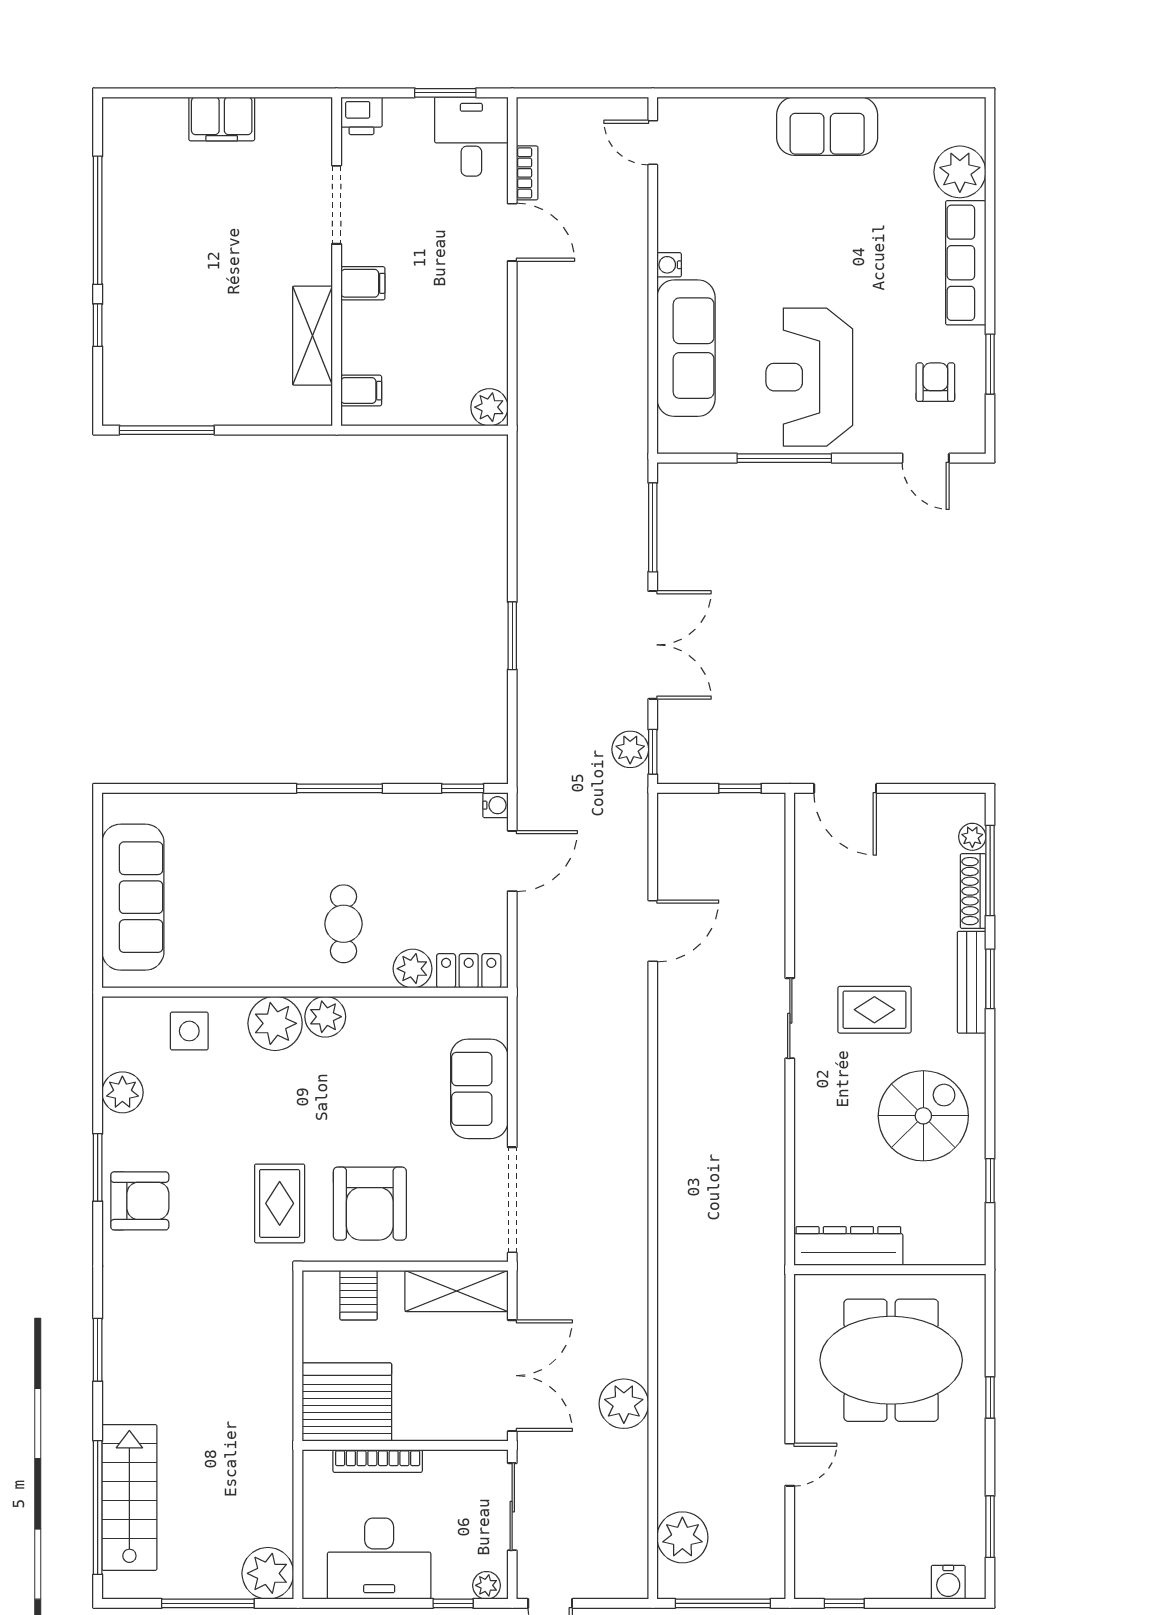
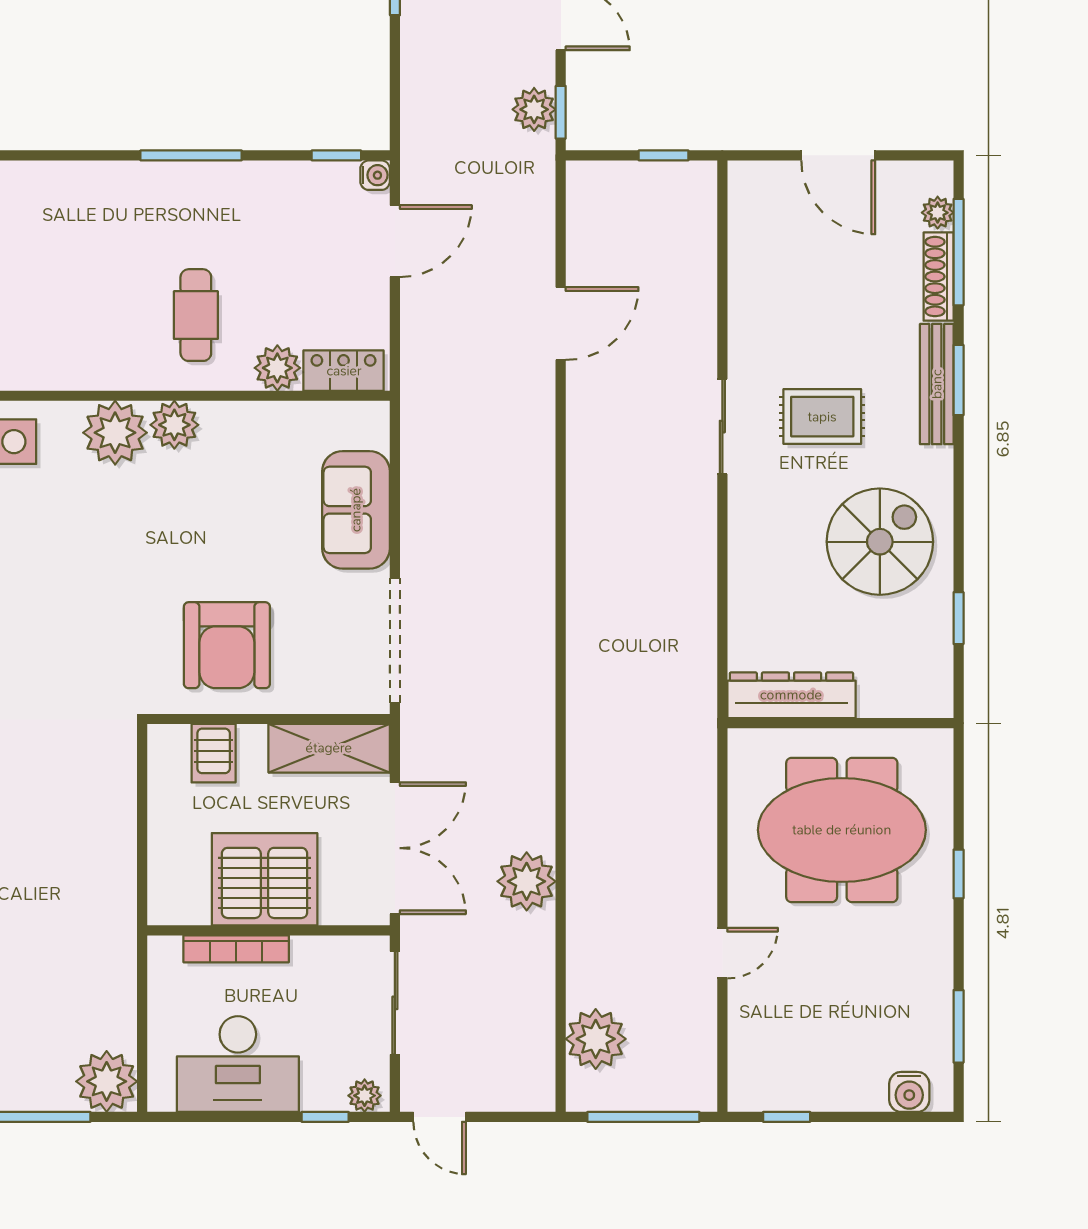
door: (845, 788) -> (838, 155), moved
rug: (280, 1203) -> (120, 645), removed
server rack: (347, 1402) -> (265, 879), moved

